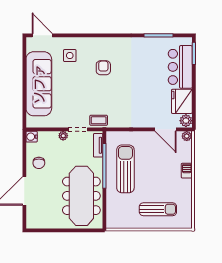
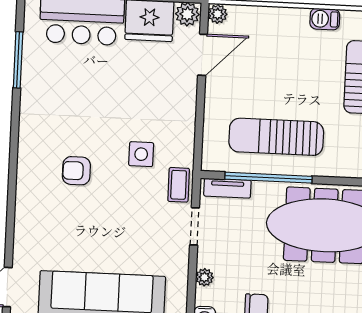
side table: (70, 56) -> (141, 154), moved
plant: (63, 136) -> (204, 277), moved
barbecue: (187, 171) -> (325, 19), moved

